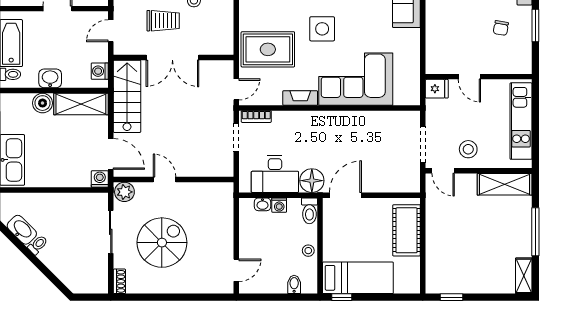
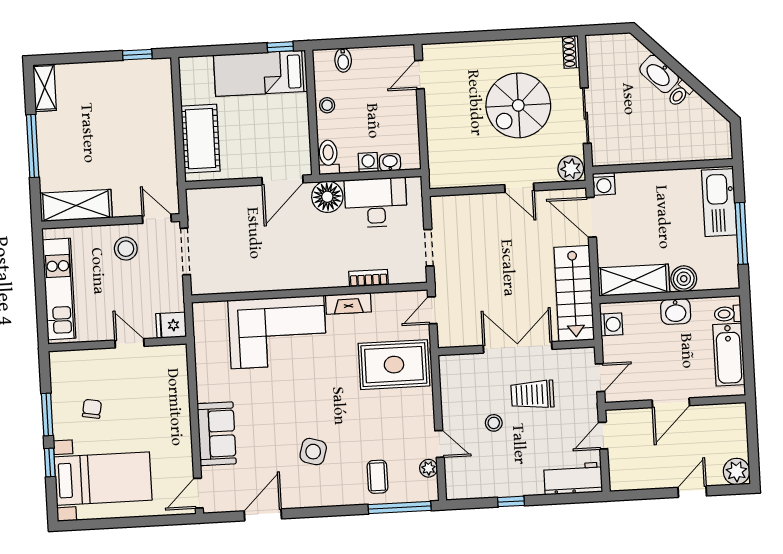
side table: (322, 29) -> (325, 395), removed
bookcase: (256, 117) -> (368, 278), moved
washbasin: (22, 230) -> (659, 74), moved

